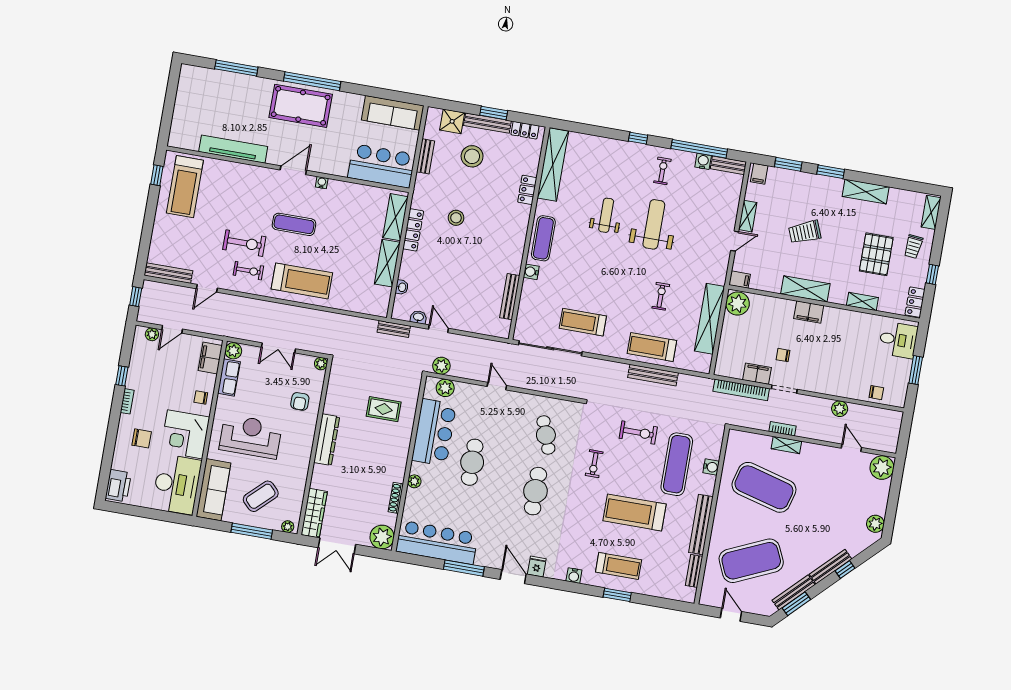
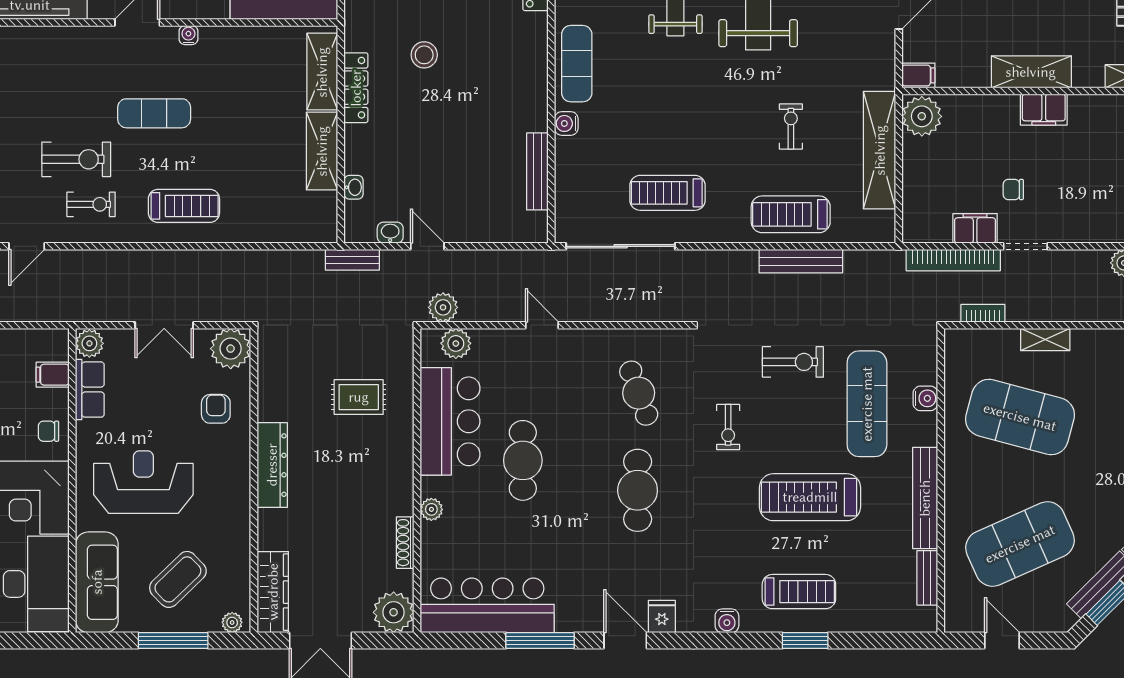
treadmill: (302, 281) -> (184, 206), width x0.73, depth x0.73
filing cabinet: (210, 358) -> (53, 375), width x0.50
plant: (321, 364) -> (231, 349), width x1.87, depth x1.87
armchair: (300, 401) -> (216, 409), turned 180
bookcase: (783, 429) -> (983, 313), moved

